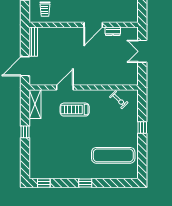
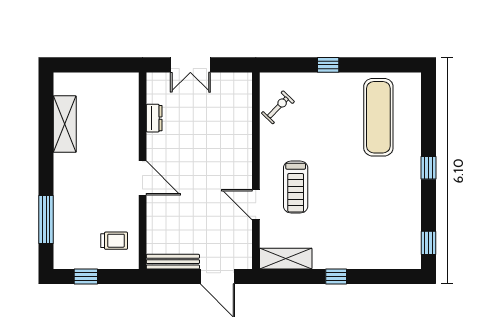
door: (93, 25) -> (143, 178), moved

